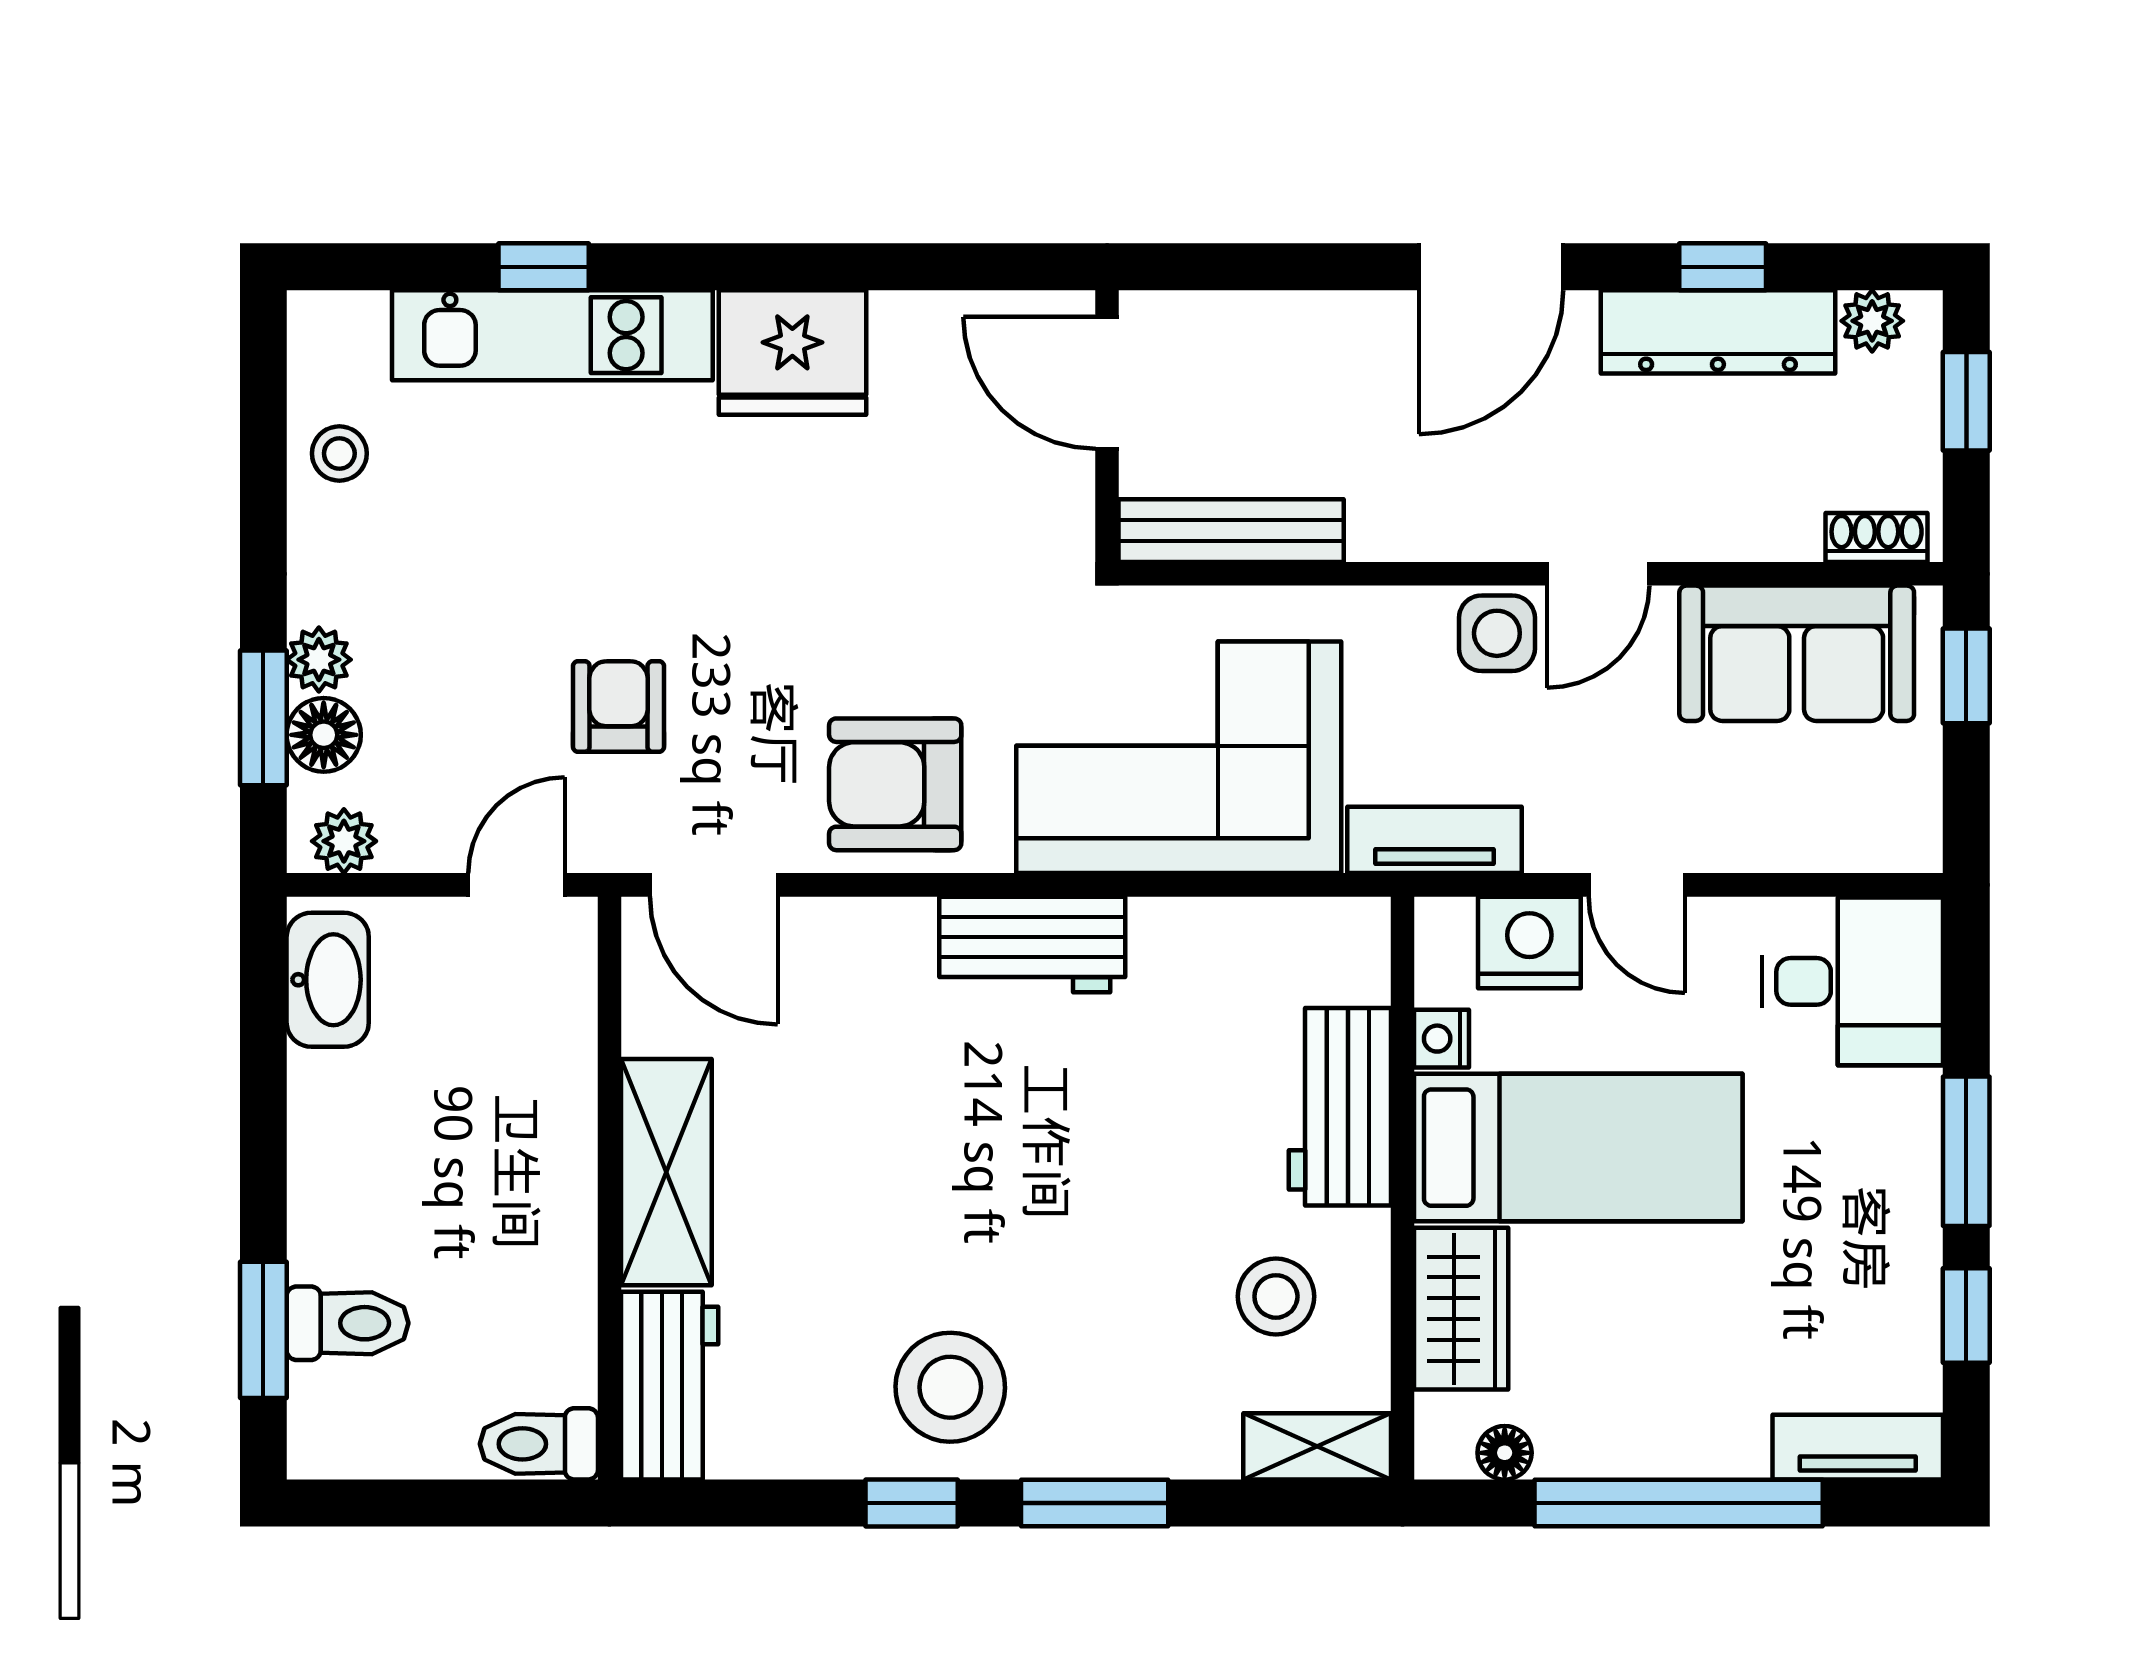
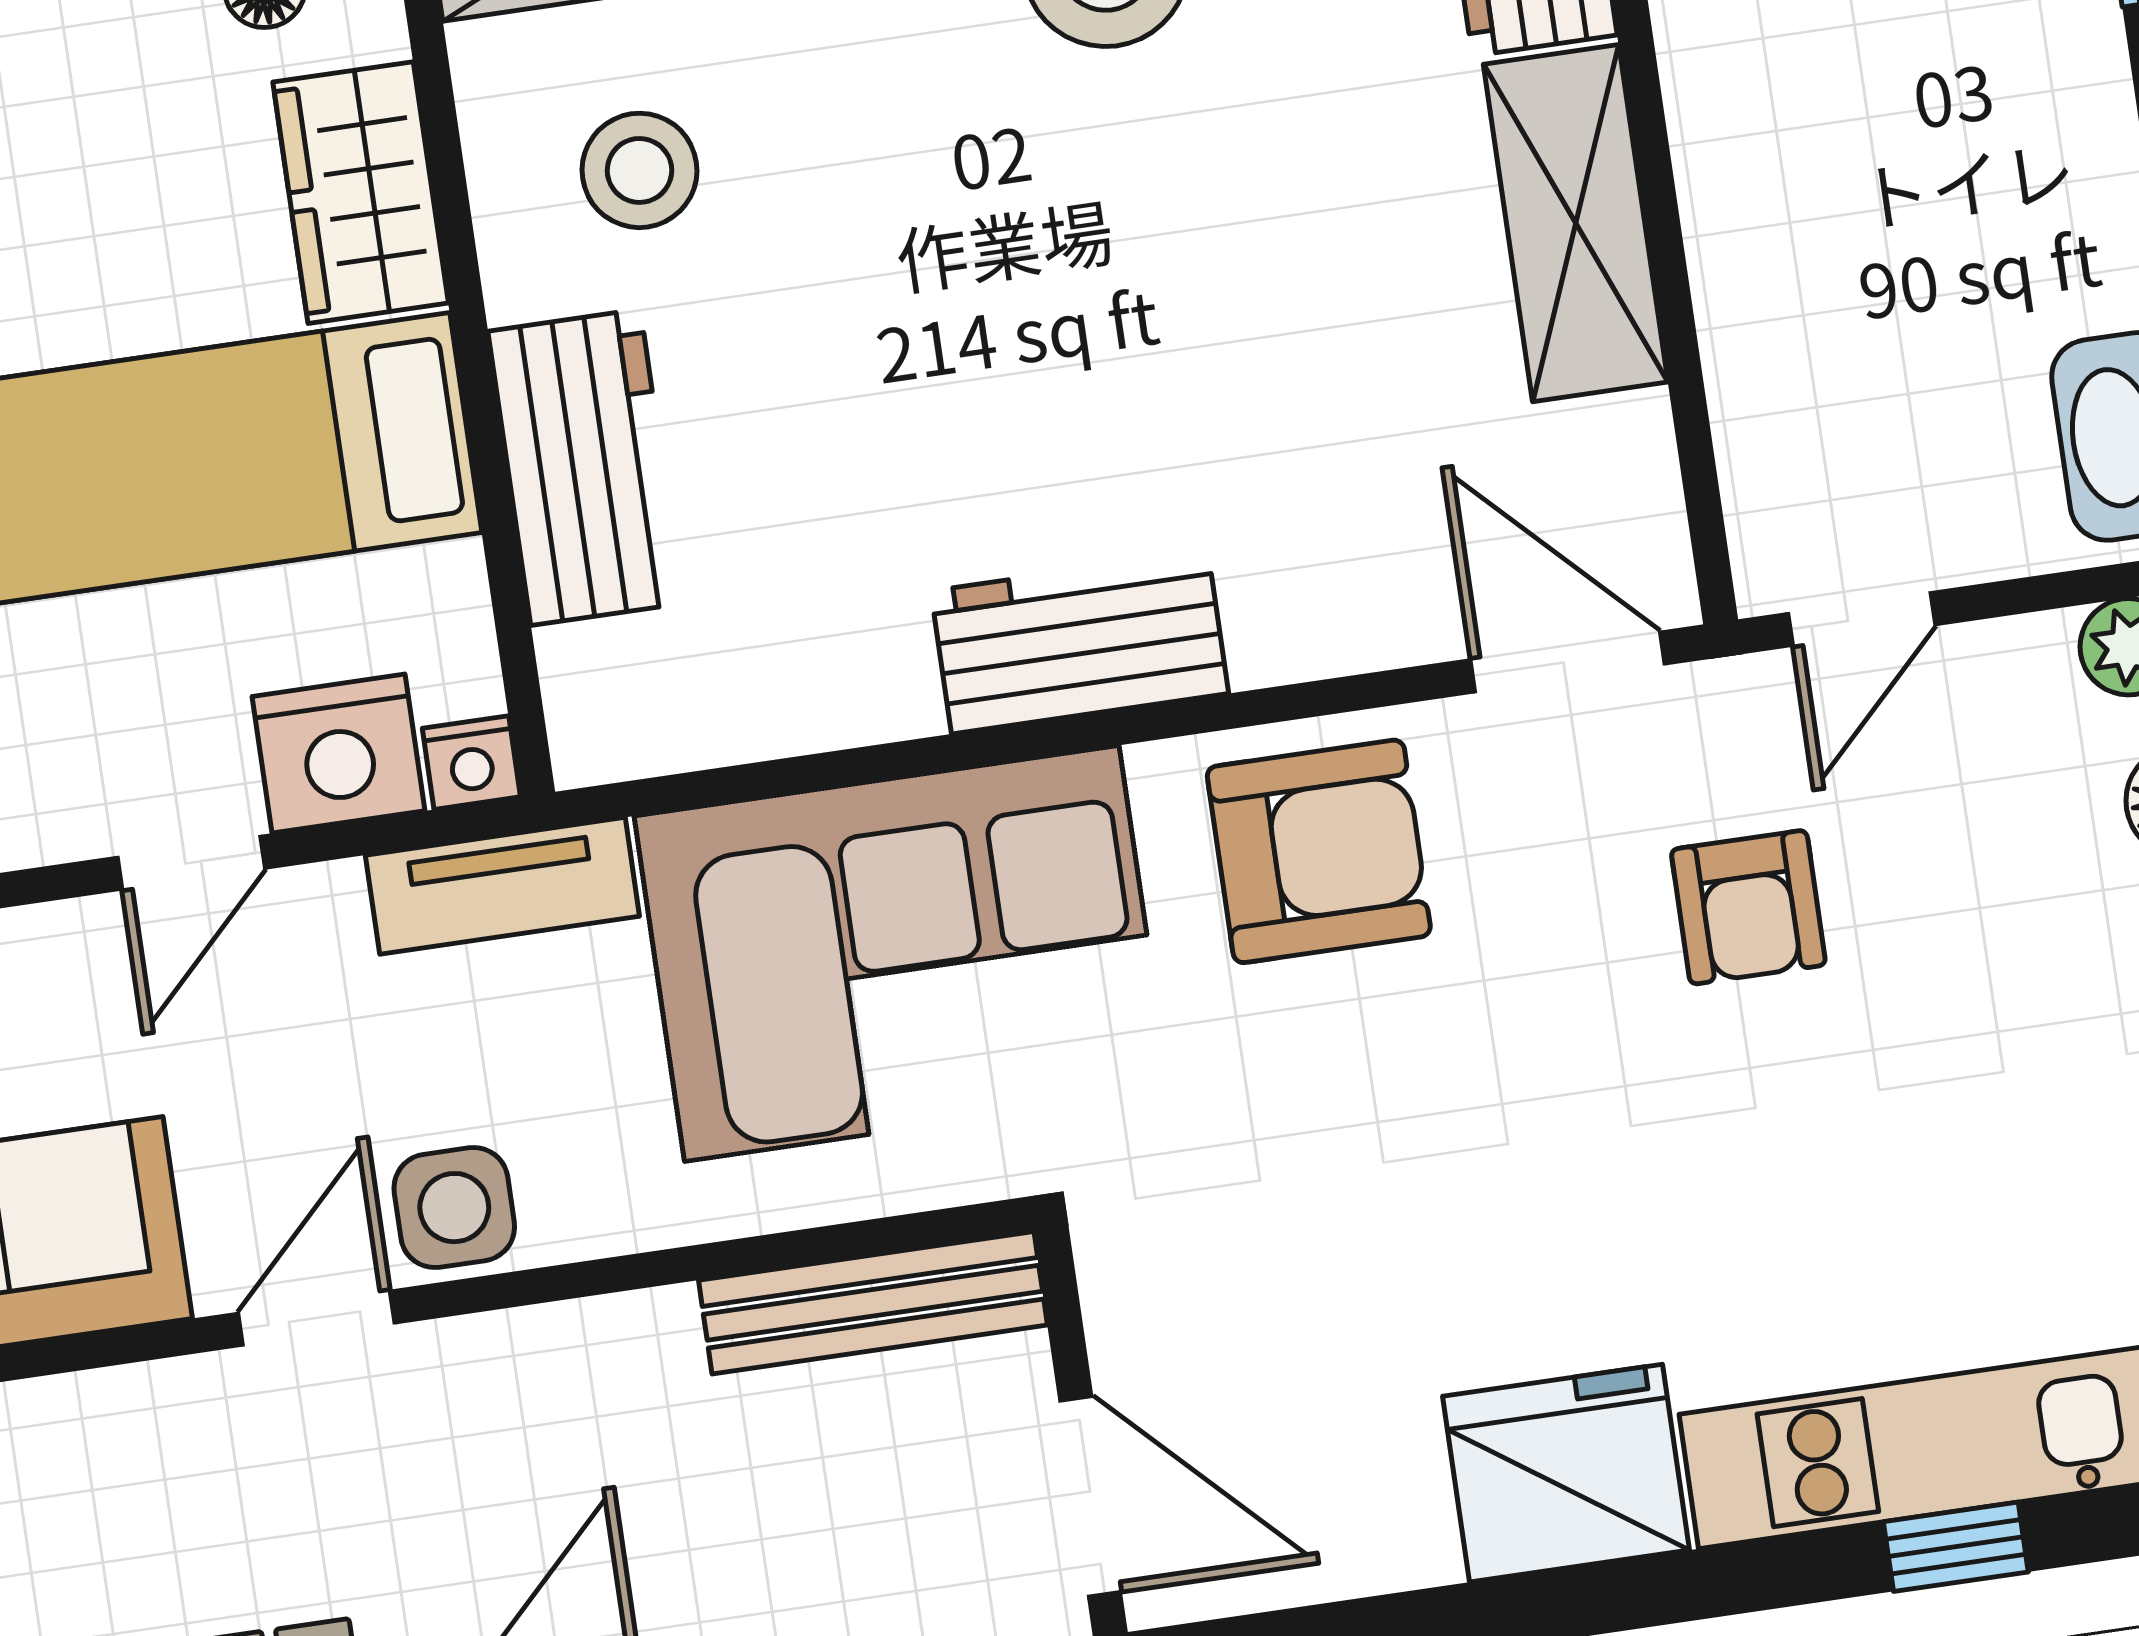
door: (1637, 885) -> (191, 863), swing flipped
nightstand: (1442, 1039) -> (471, 763), moved, turned 90

